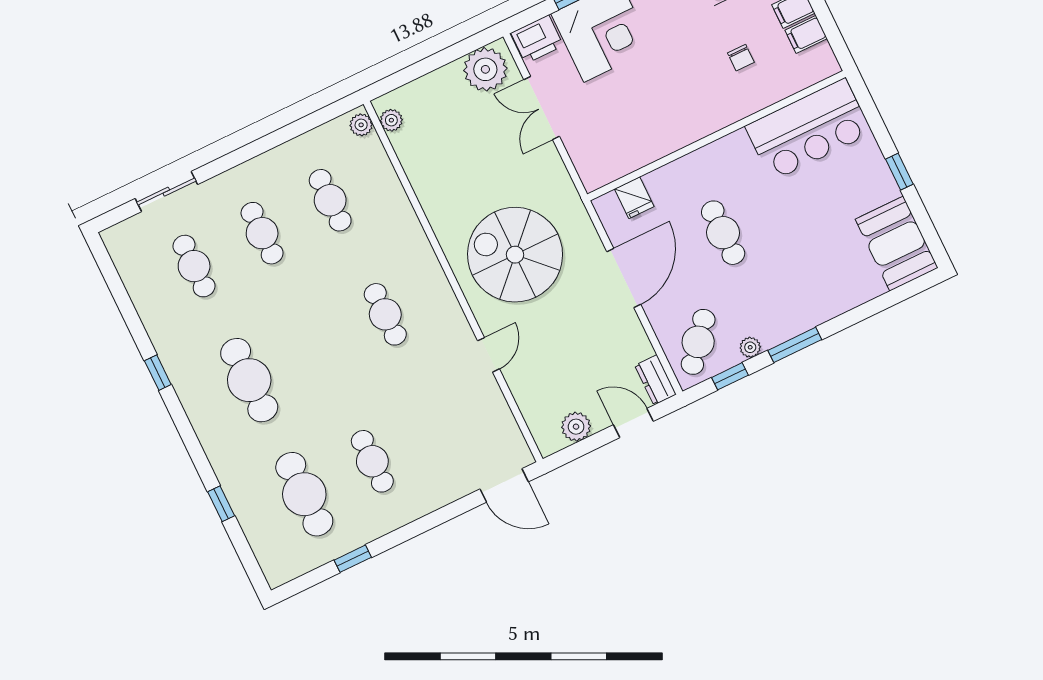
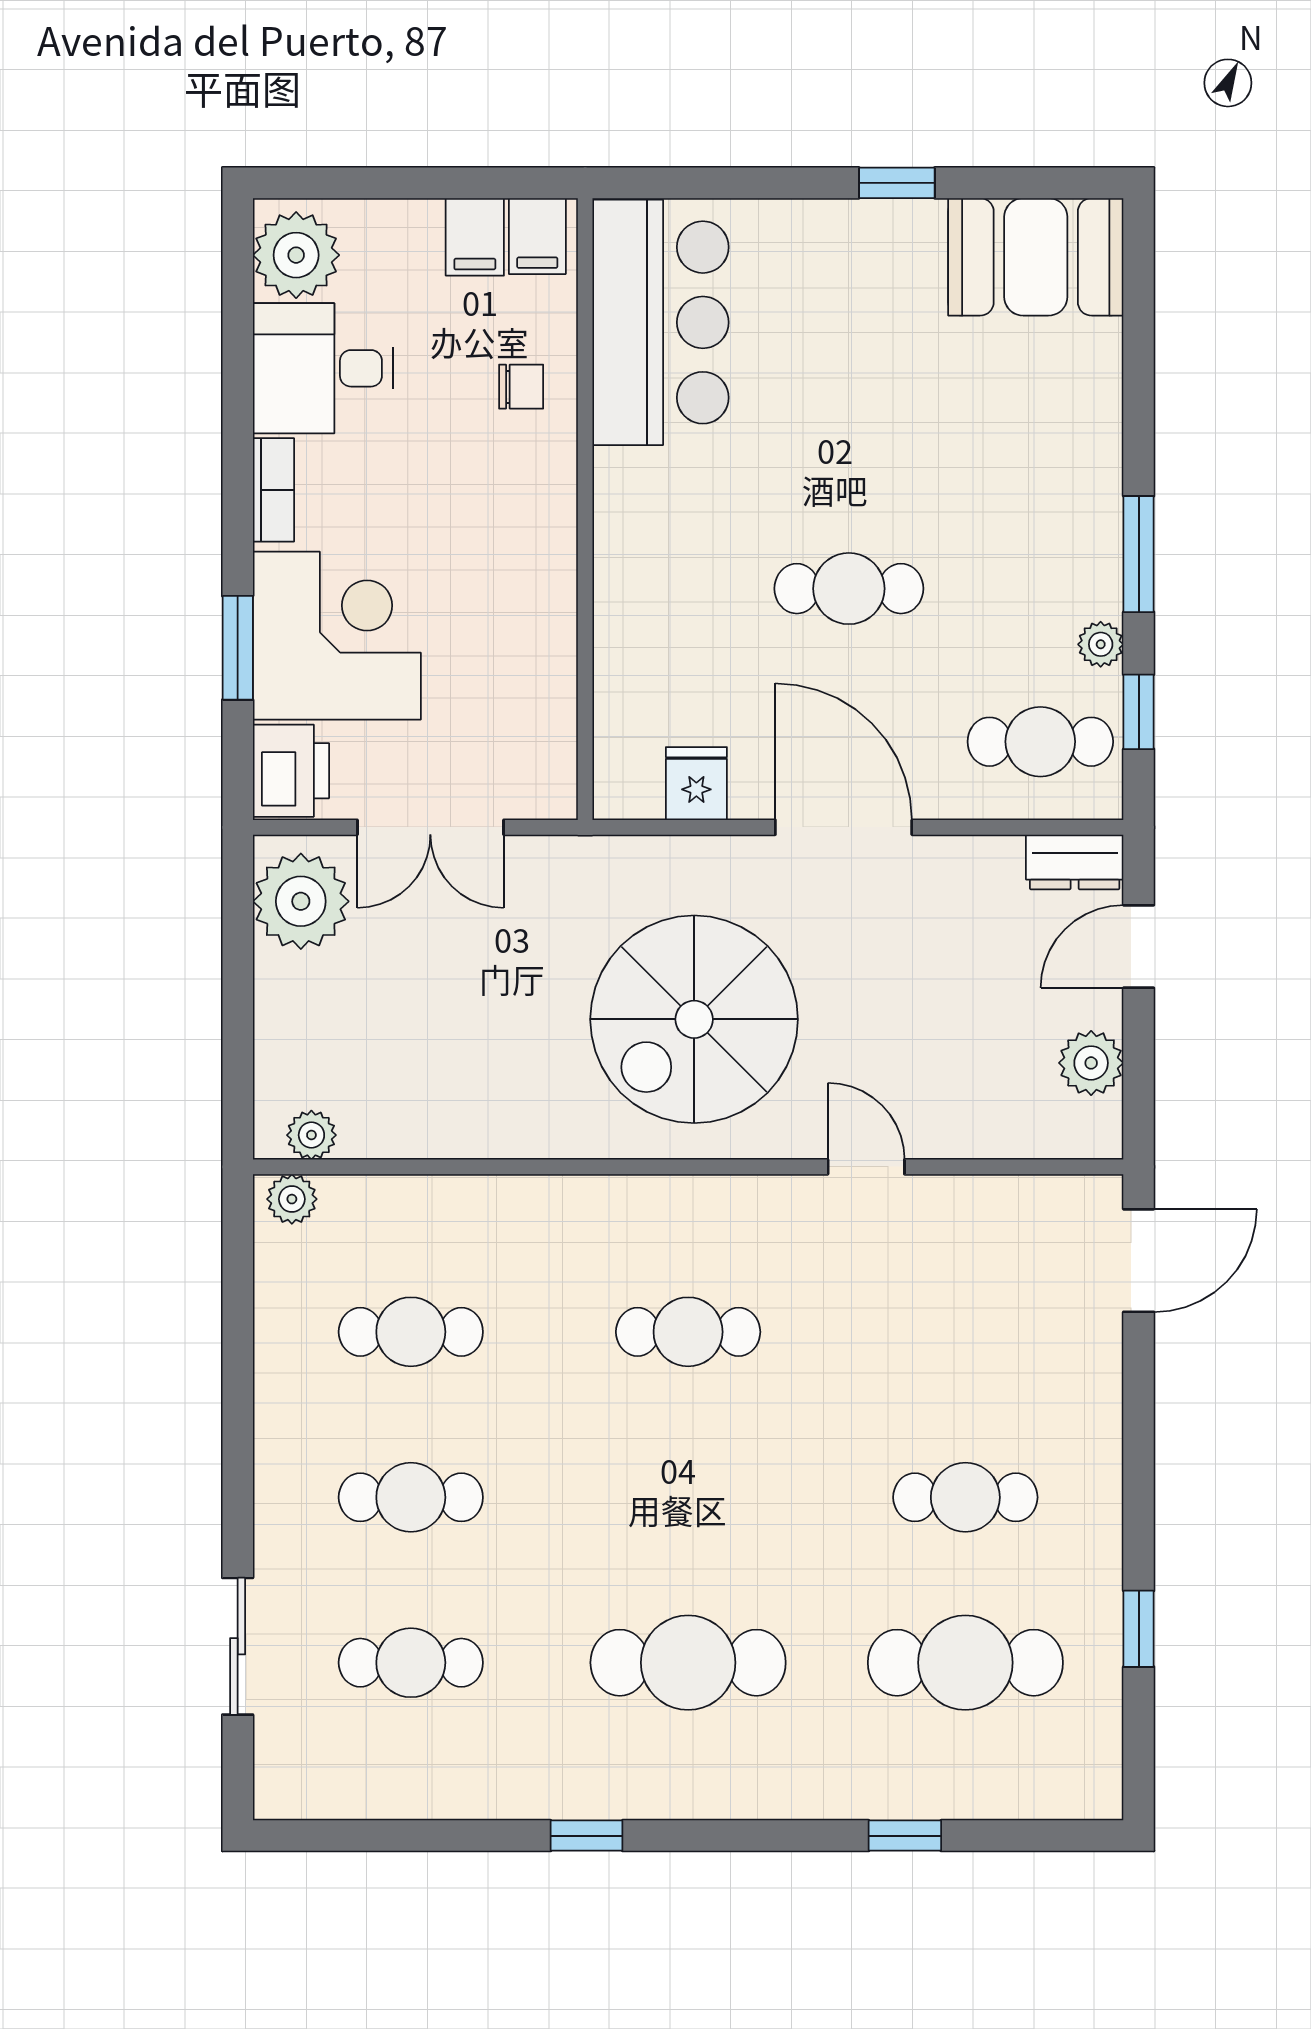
bar counter: (808, 130) -> (661, 322), moved
wall: (717, 136) -> (585, 509), moved
fridge: (634, 198) -> (696, 784), moved, turned -90
cafe table: (698, 342) -> (1040, 742), turned -40

